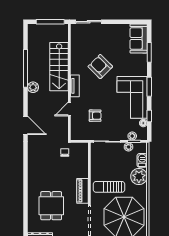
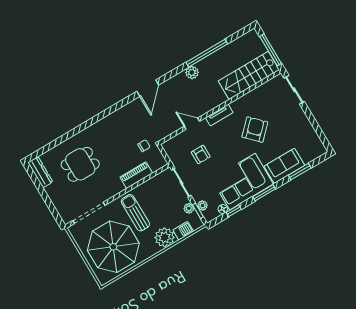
sofa: (139, 38) -> (284, 166), moved
stairs: (59, 67) -> (249, 75), moved
piano: (83, 191) -> (136, 175), moved

